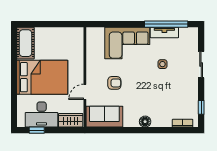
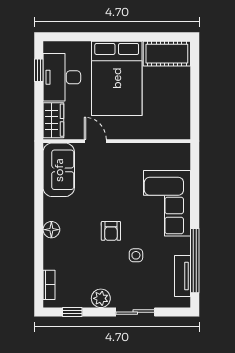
tv unit: (164, 32) -> (183, 276), moved
armchair: (114, 83) -> (111, 231), moved
plant: (192, 88) -> (101, 298), added

